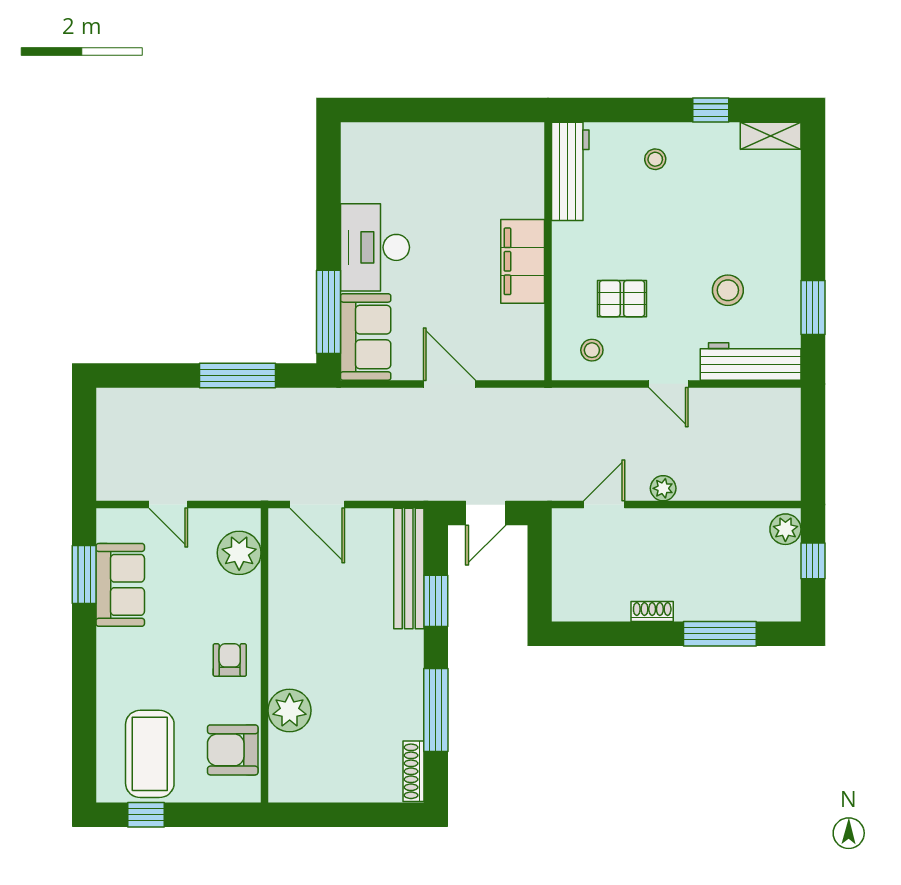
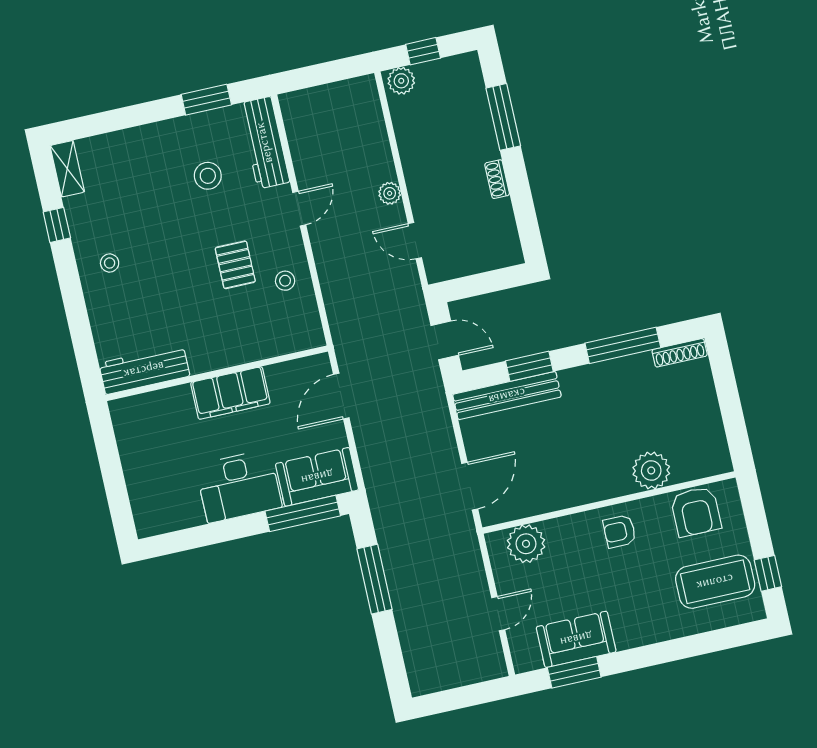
workbench: (570, 171) -> (144, 370), moved
wall: (548, 251) -> (217, 373), moved
filing cabinet: (523, 261) -> (230, 393), moved

